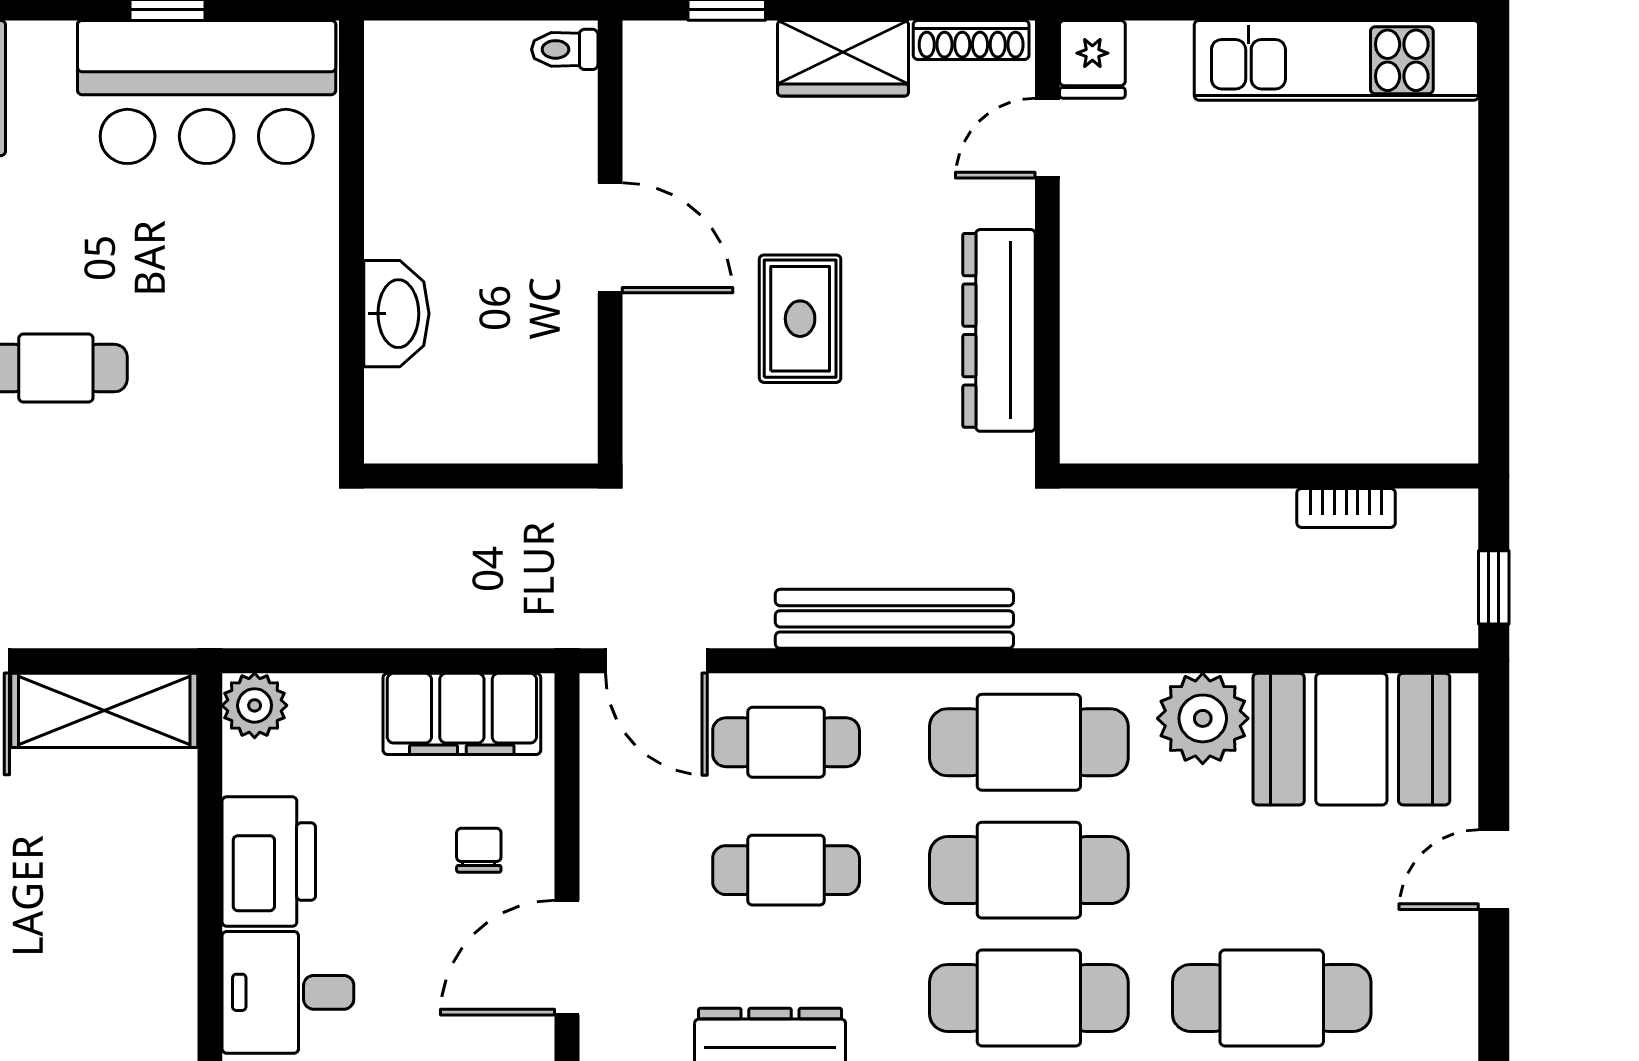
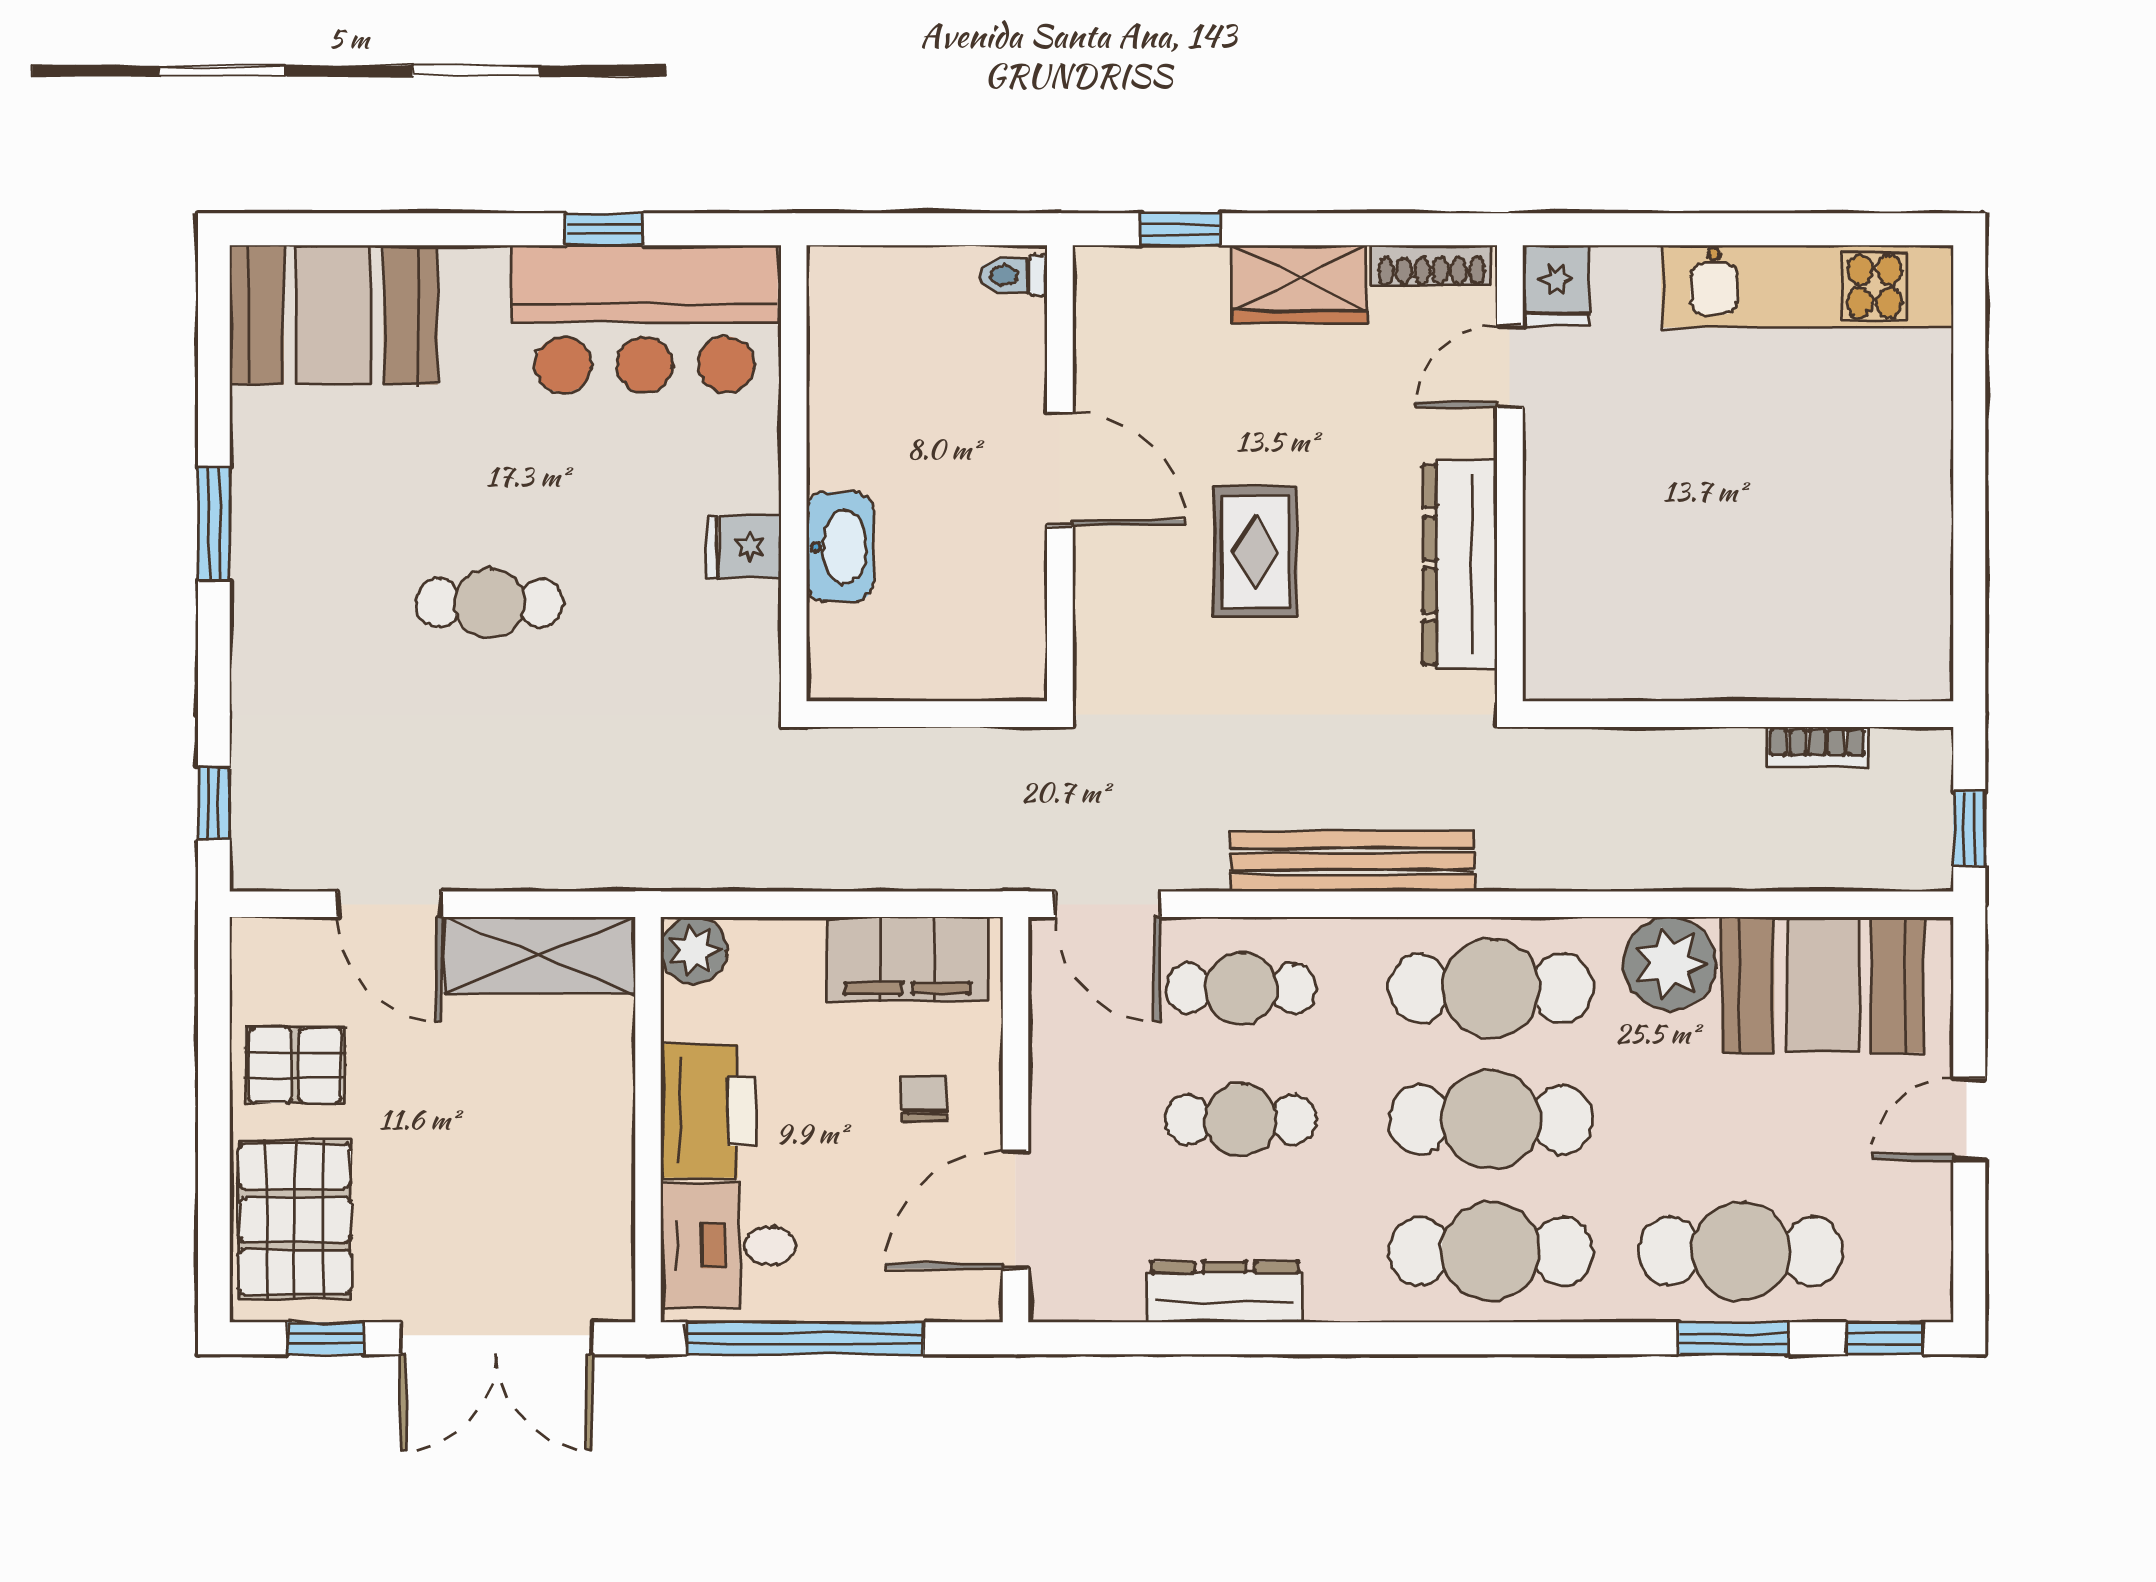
fridge: (303, 313) -> (744, 547), added

